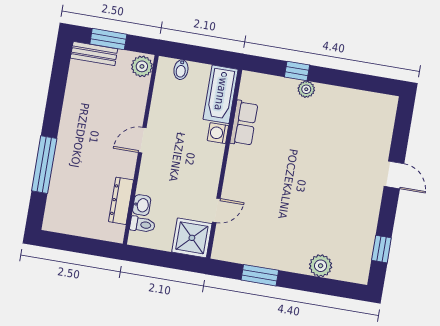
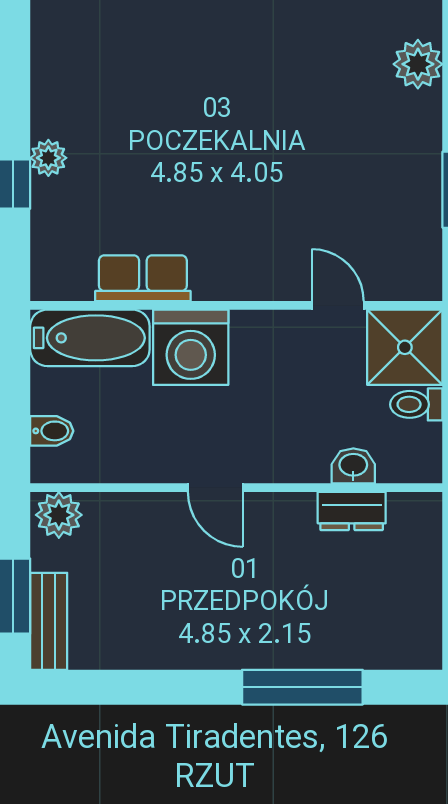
washing machine: (218, 133) -> (191, 347), width x1.89, depth x1.89
dresser: (121, 201) -> (352, 511), width x0.70
toilet: (142, 225) -> (416, 404), moved, turned -90

